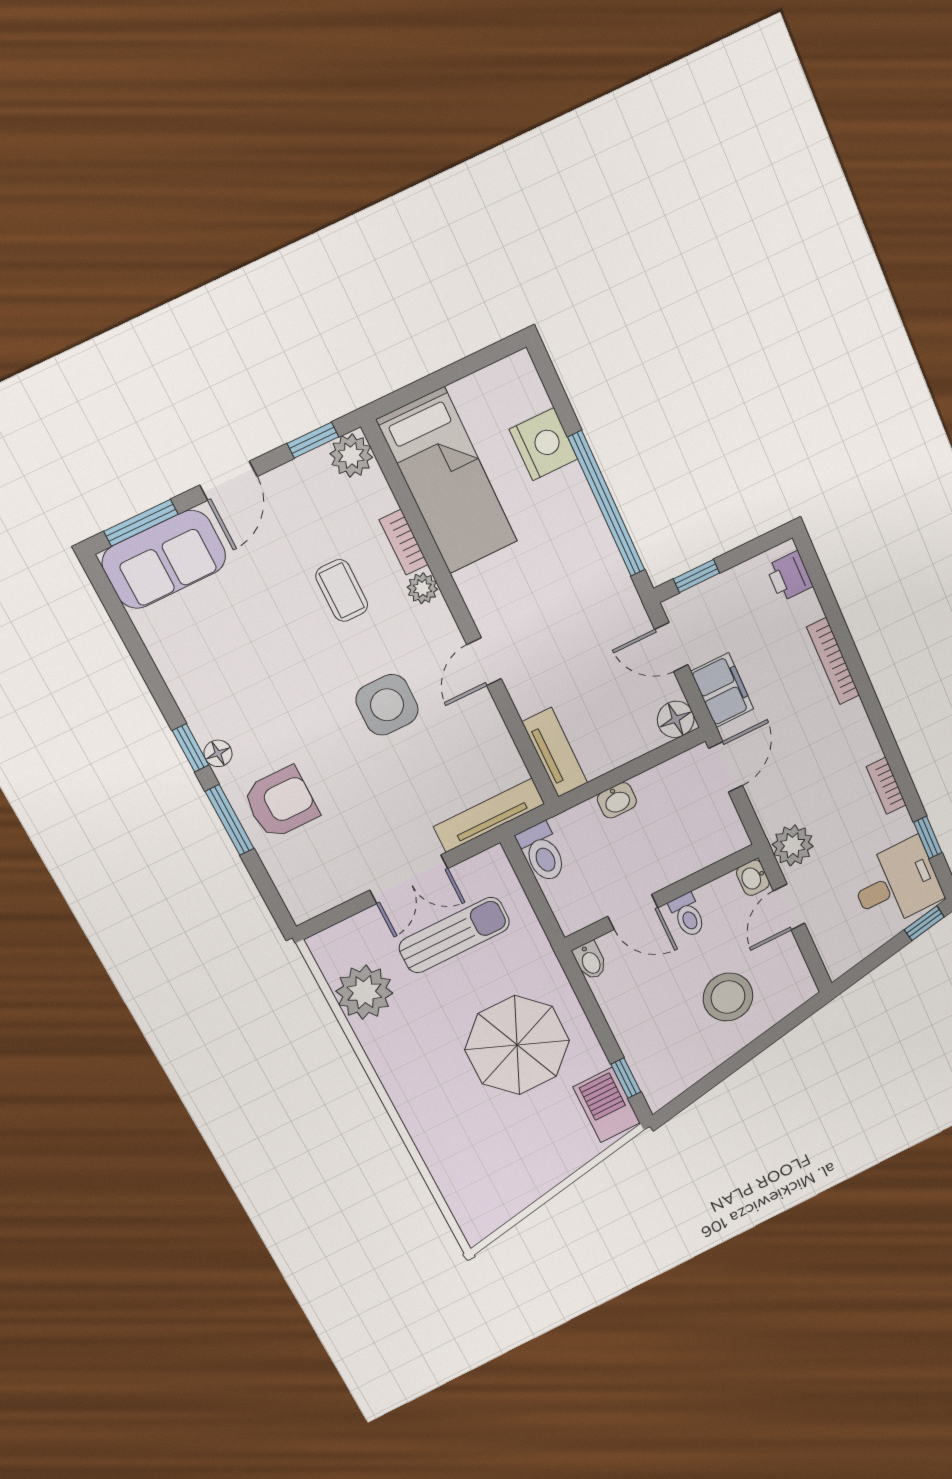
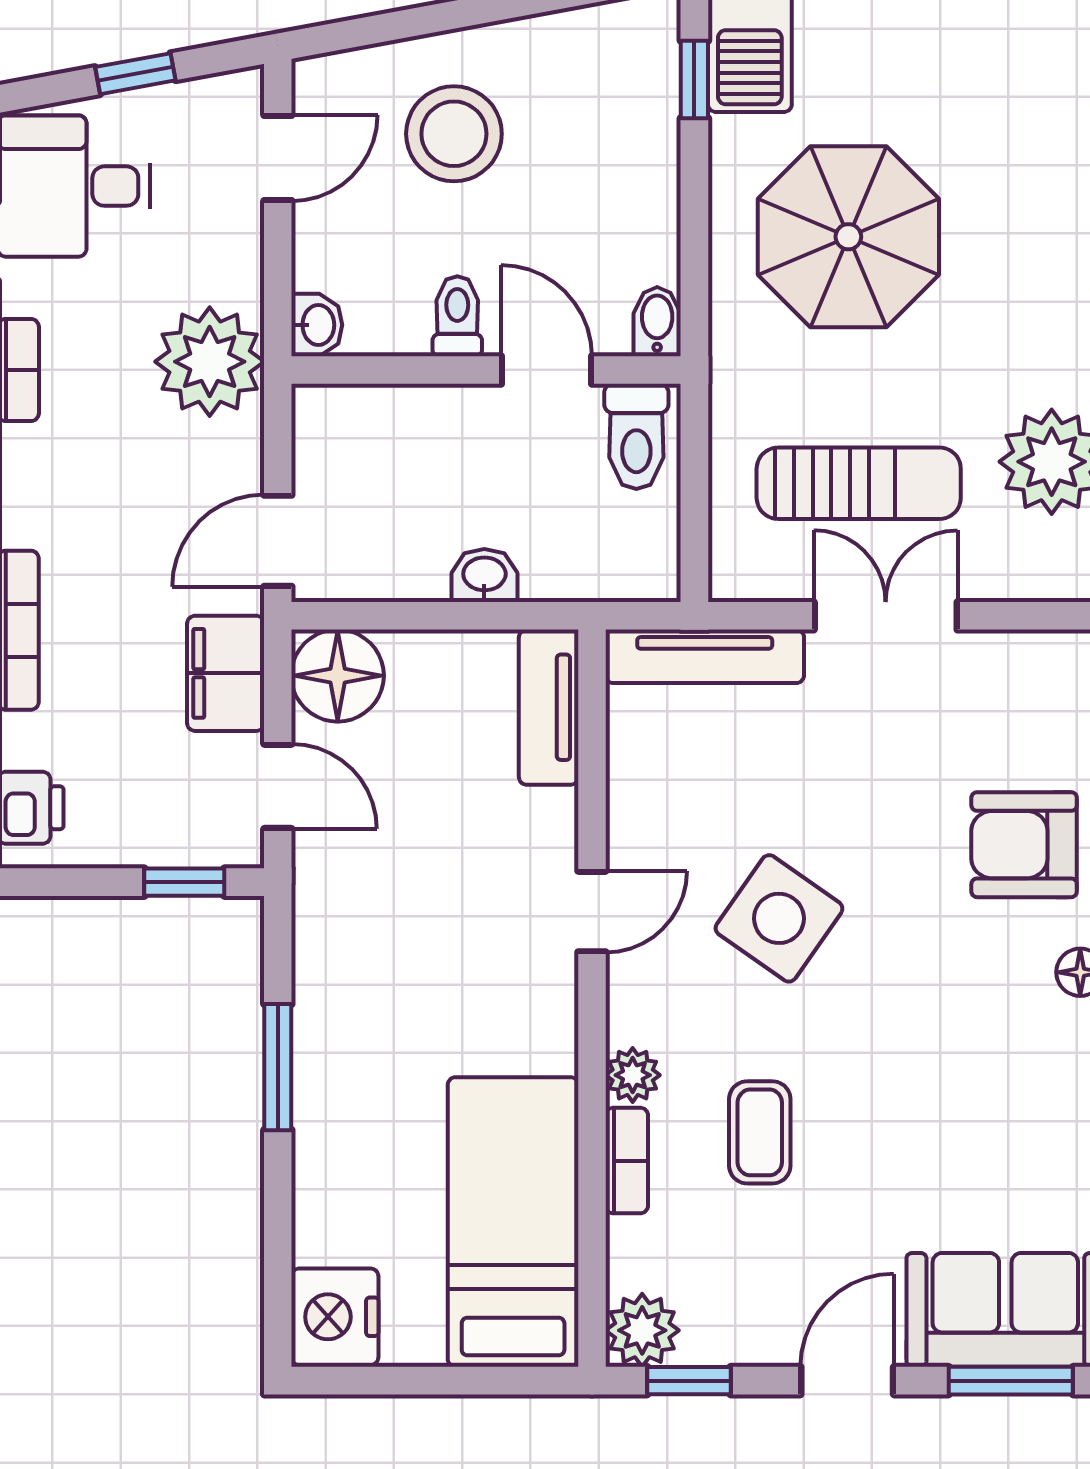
nightstand: (543, 444) -> (335, 1317), moved
window: (607, 504) -> (278, 1067), width x0.47
side table: (387, 705) -> (779, 918), turned 35
floor lamp: (676, 719) -> (338, 676), width x1.38, depth x1.38
plant: (793, 845) -> (210, 362), width x1.36, depth x1.36
toilet: (542, 853) -> (636, 436), moved, turned 180
door: (789, 907) -> (278, 158), moved
window: (924, 923) -> (135, 74), moved
sun lounger: (454, 935) -> (859, 483), turned 180

